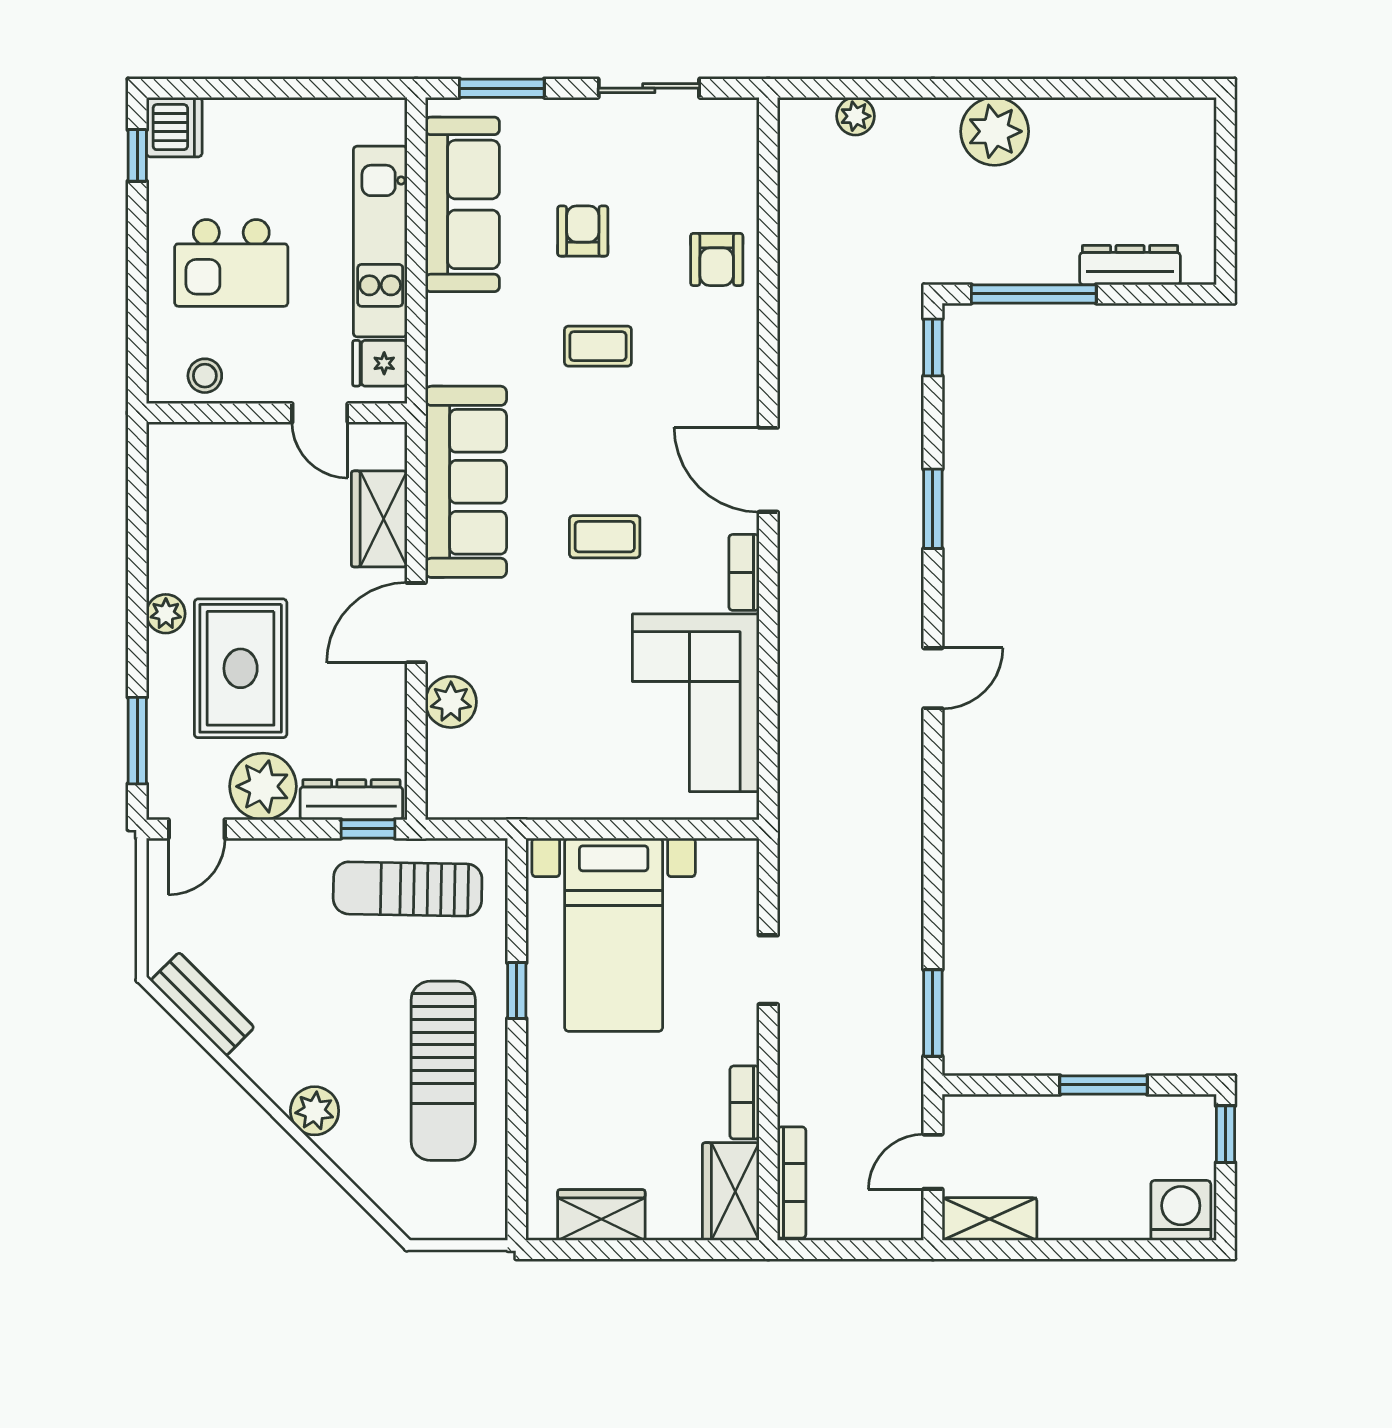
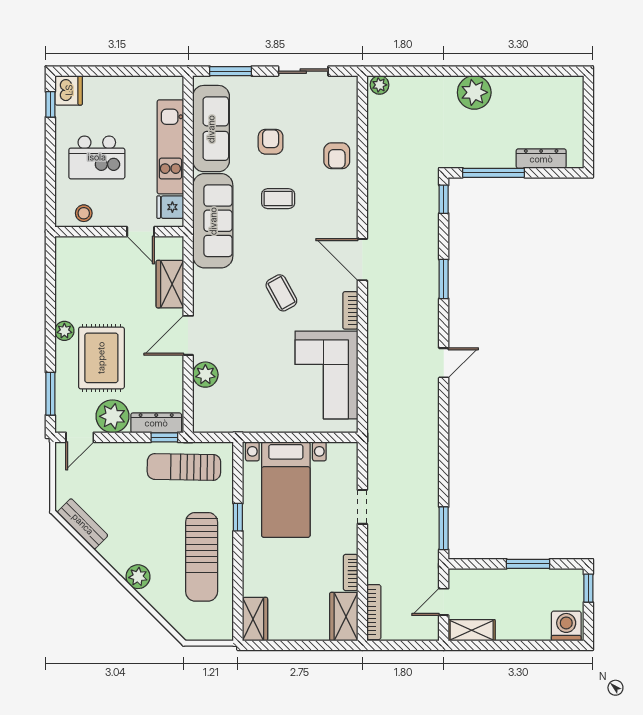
plant: (856, 116) -> (380, 85), moved
sofa: (466, 482) -> (213, 221), moved
coffee table: (605, 537) -> (281, 293), turned 61
wardrobe: (601, 1215) -> (255, 619), moved, turned 90

